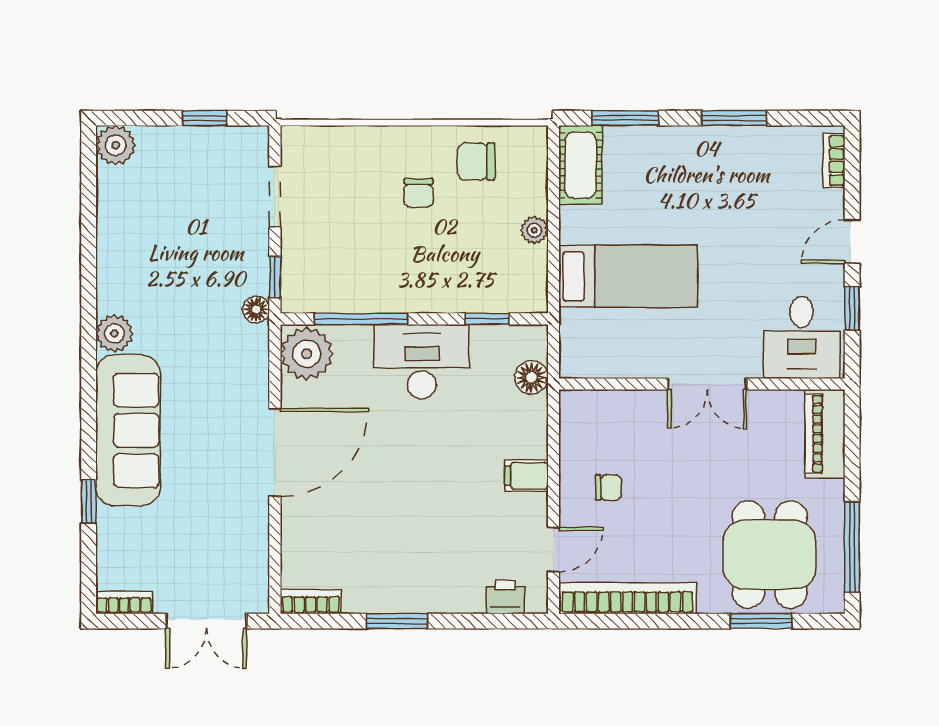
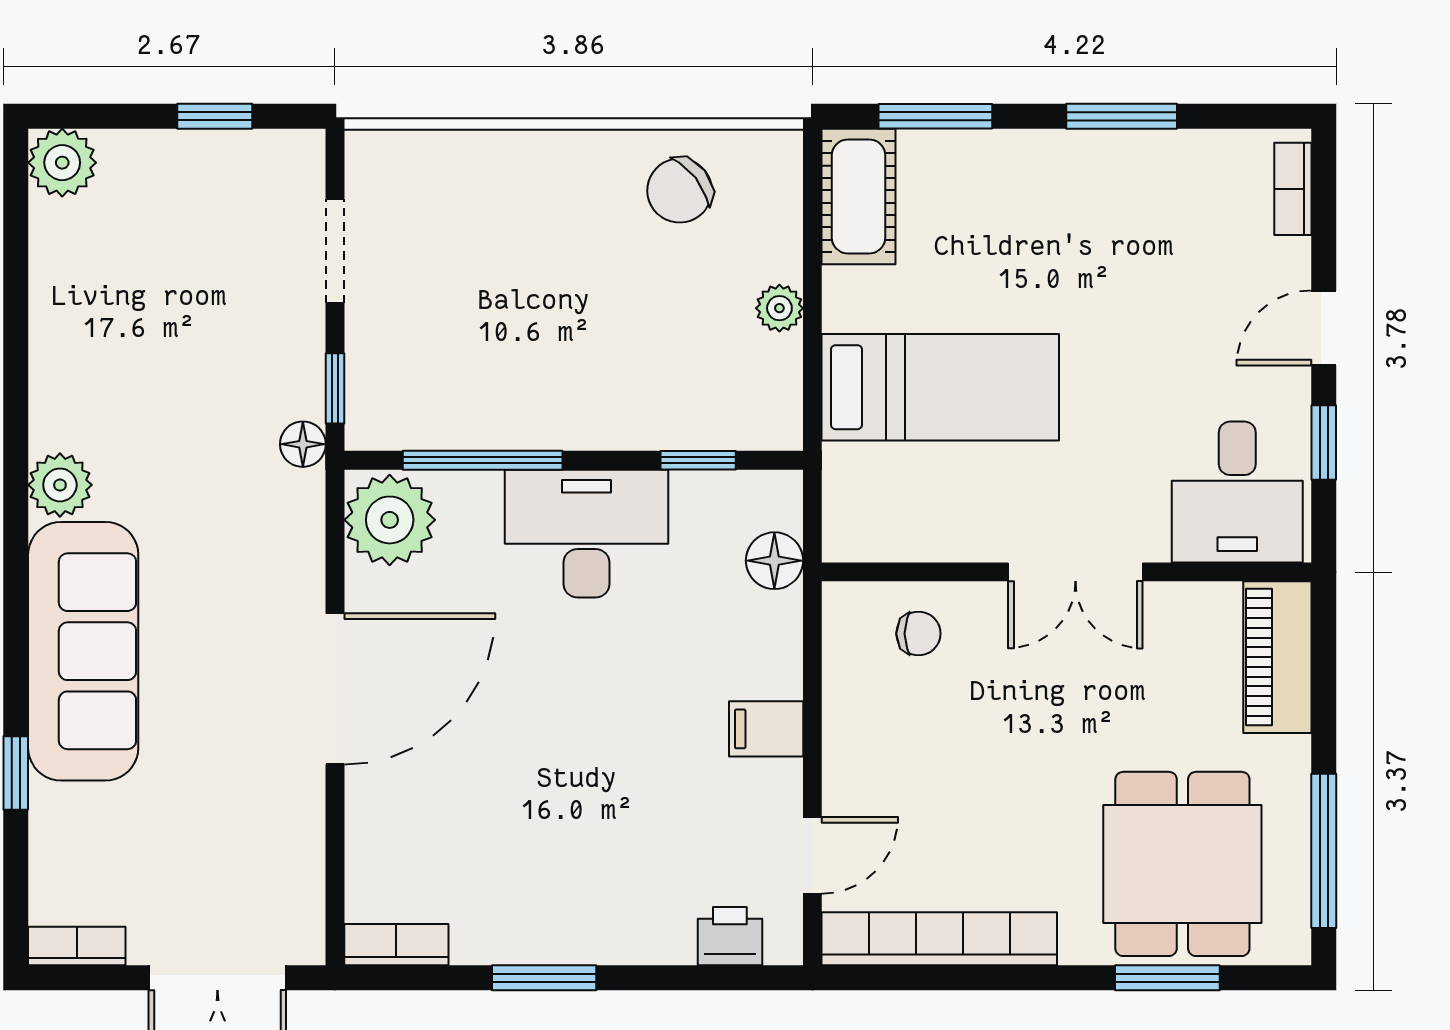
chair: (476, 161) -> (680, 191), turned -38
chair: (419, 193) -> (581, 244), removed
chair: (608, 487) -> (918, 634), moved

